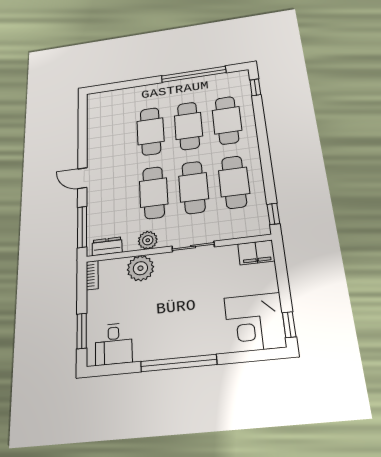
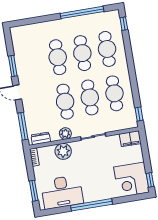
window: (83, 143) -> (13, 66), added
desk: (114, 344) -> (62, 192), width x1.87, depth x1.30

